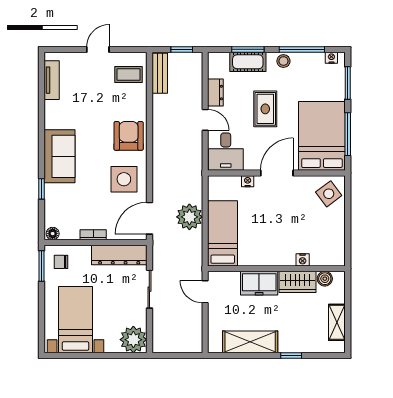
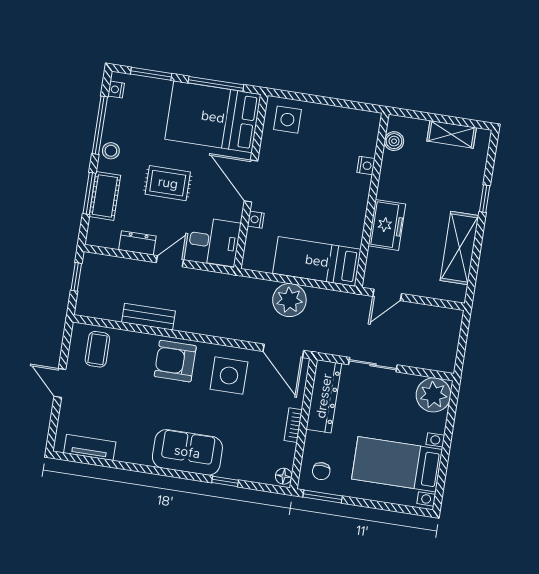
bench: (160, 73) -> (148, 317), moved
side table: (329, 194) -> (287, 120), turned 37
wardrobe: (297, 282) -> (393, 176), removed

